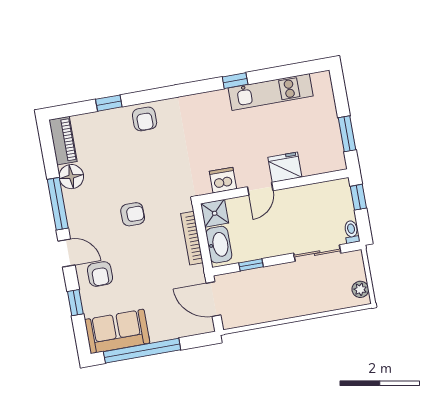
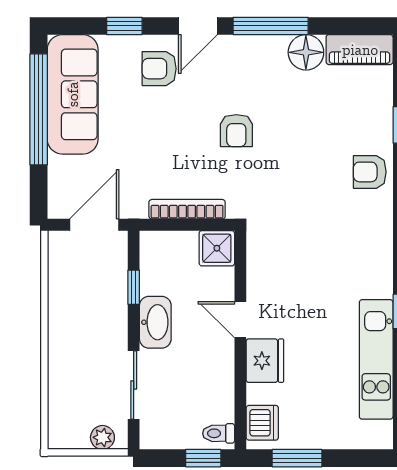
dishwasher: (223, 180) -> (262, 423), moved
toilet: (352, 232) -> (219, 433), moved, turned 180
washbasin: (219, 245) -> (155, 322), moved, turned -90
plant: (360, 289) -> (102, 437), moved
sofa: (117, 331) -> (73, 94), width x1.36

